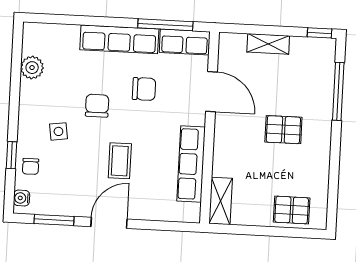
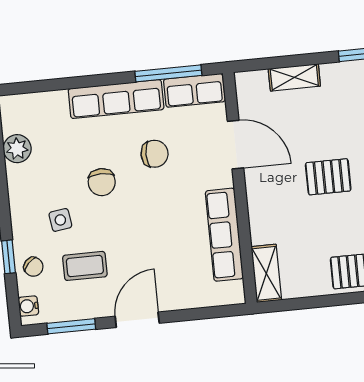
chair: (97, 106) -> (102, 182), turned 180
coffee table: (120, 161) -> (85, 266), moved, turned 90
chair: (31, 166) -> (33, 267), turned -46

